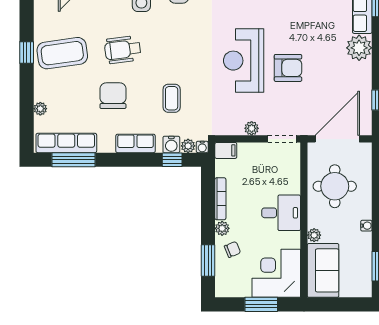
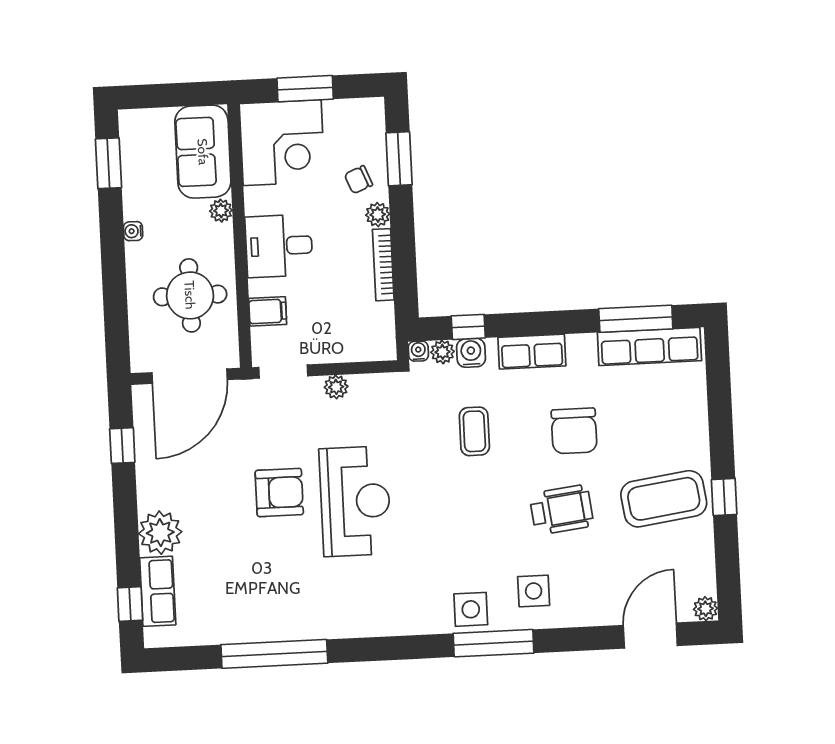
armchair: (288, 68) -> (279, 492), turned 180
plant: (40, 109) -> (696, 403), removed
filing cabinet: (226, 150) -> (268, 311), moved, turned 180

